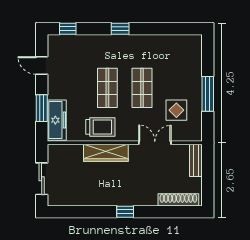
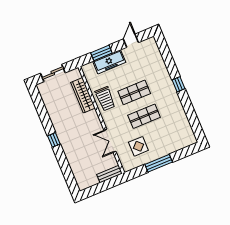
window: (68, 29) -> (164, 48), removed
freezer: (57, 120) -> (109, 62), moved
double door: (155, 143) -> (110, 141), swing flipped
wardrobe: (106, 153) -> (83, 95), moved
shoe rack: (178, 200) -> (77, 173), removed

